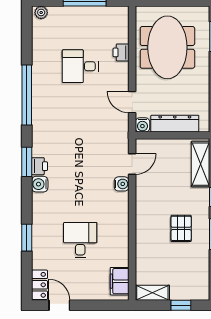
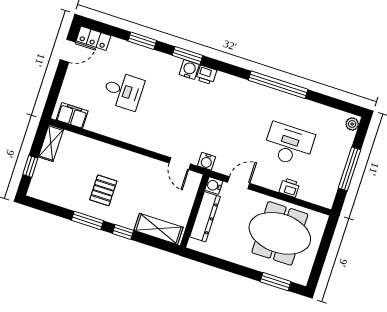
desk: (80, 66) -> (289, 145), width x1.37
window: (27, 162) -> (187, 55), moved
water cooler: (122, 184) -> (207, 161), moved
pallet: (181, 228) -> (103, 190), turned 90

